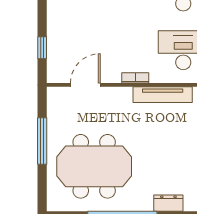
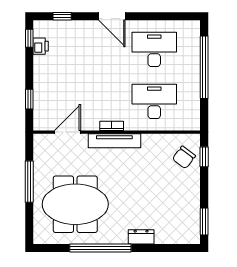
tv unit: (163, 95) -> (114, 141), moved

